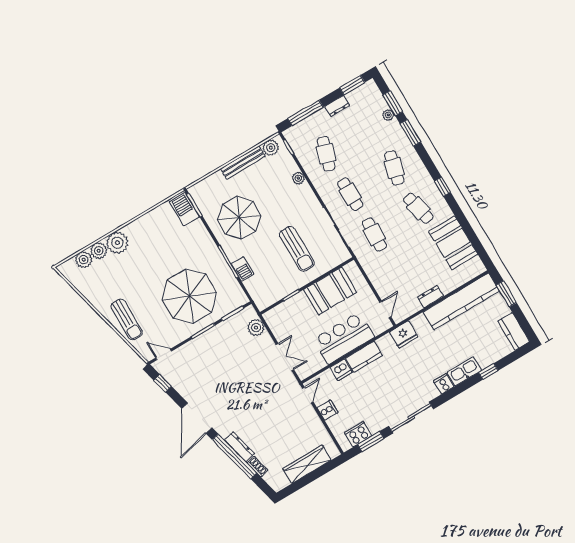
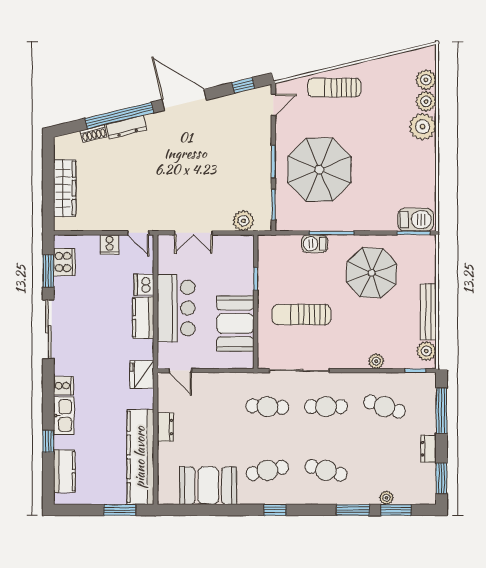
kitchen counter: (514, 331) -> (64, 471), moved, turned 90

